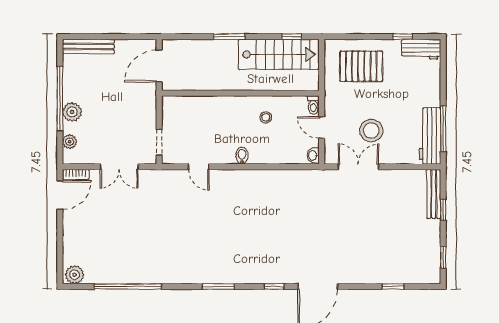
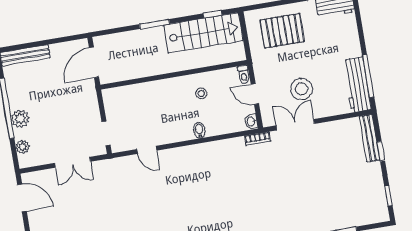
bidet: (242, 156) -> (199, 130), moved
bookcase: (76, 175) -> (258, 139), moved
door: (60, 195) -> (22, 198), hinge flipped

